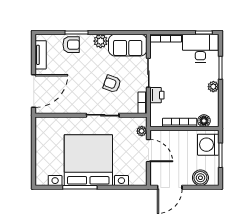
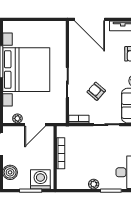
armchair: (112, 84) -> (96, 91), turned -69
printer: (157, 95) -> (86, 132), removed
floor lamp: (204, 121) -> (62, 176), removed
plant: (142, 131) -> (17, 118), moved

